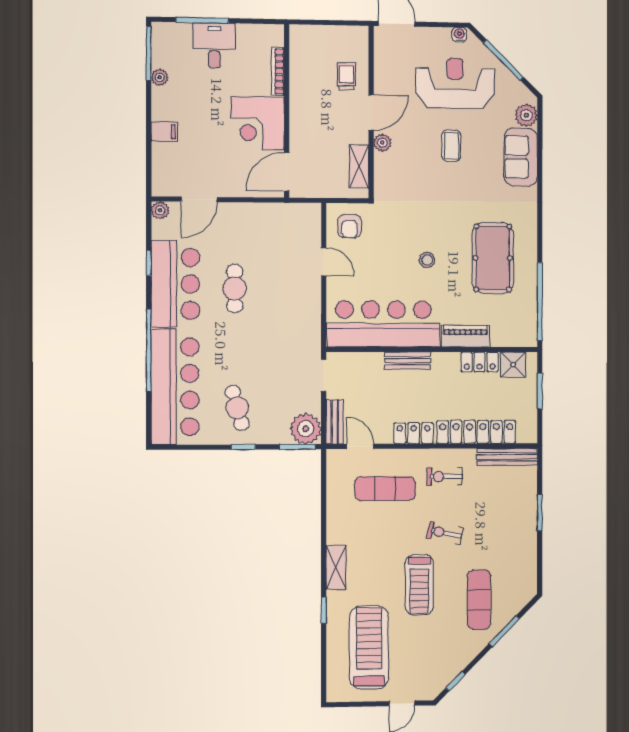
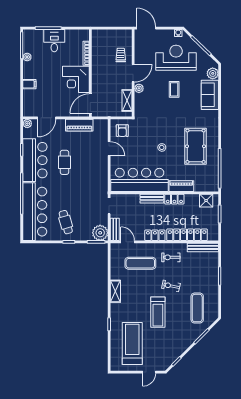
piano: (264, 215) -> (79, 125), added
locker: (480, 362) -> (174, 199), moved
shelving: (336, 567) -> (115, 291), moved
exercise mat: (479, 600) -> (197, 308), moved

